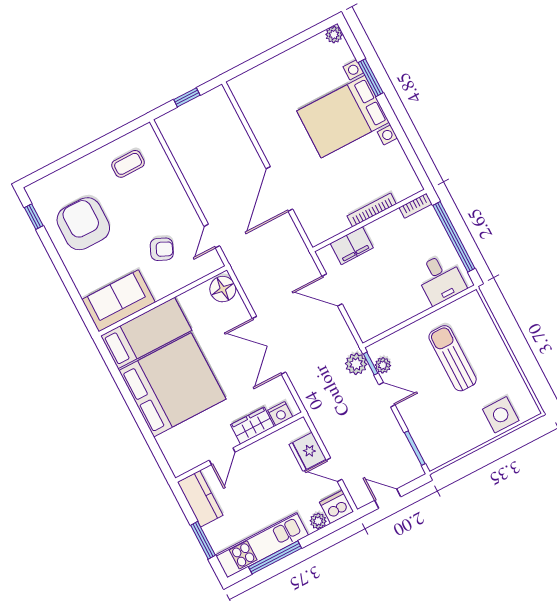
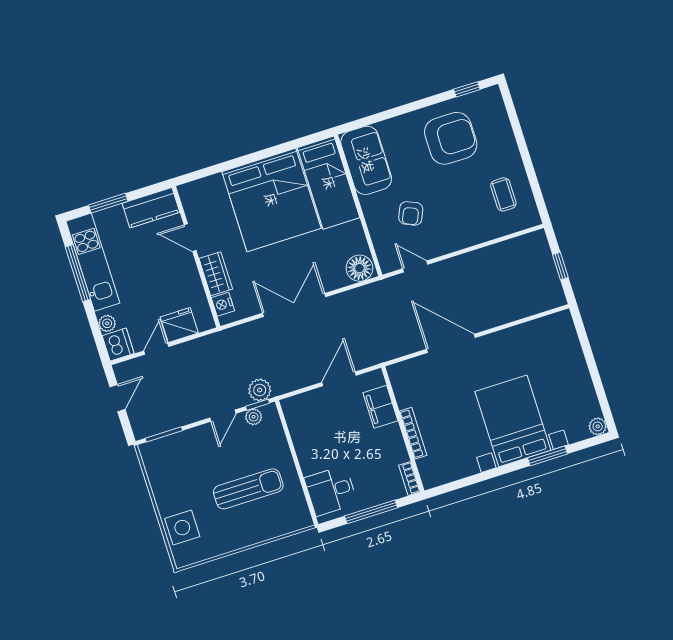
window: (454, 237) -> (371, 512), width x0.68

